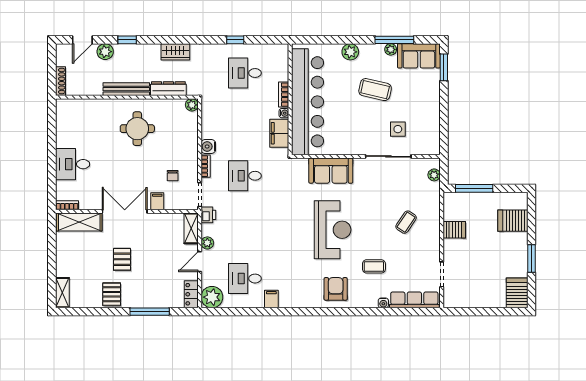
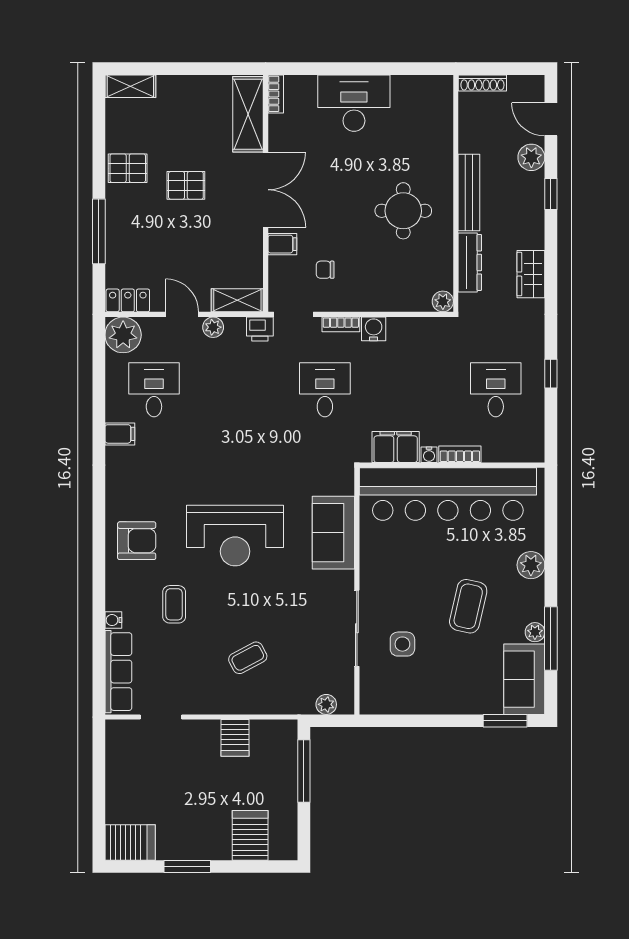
desk: (73, 164) -> (354, 103), width x1.37
coffee table: (406, 222) -> (248, 658), turned -62

